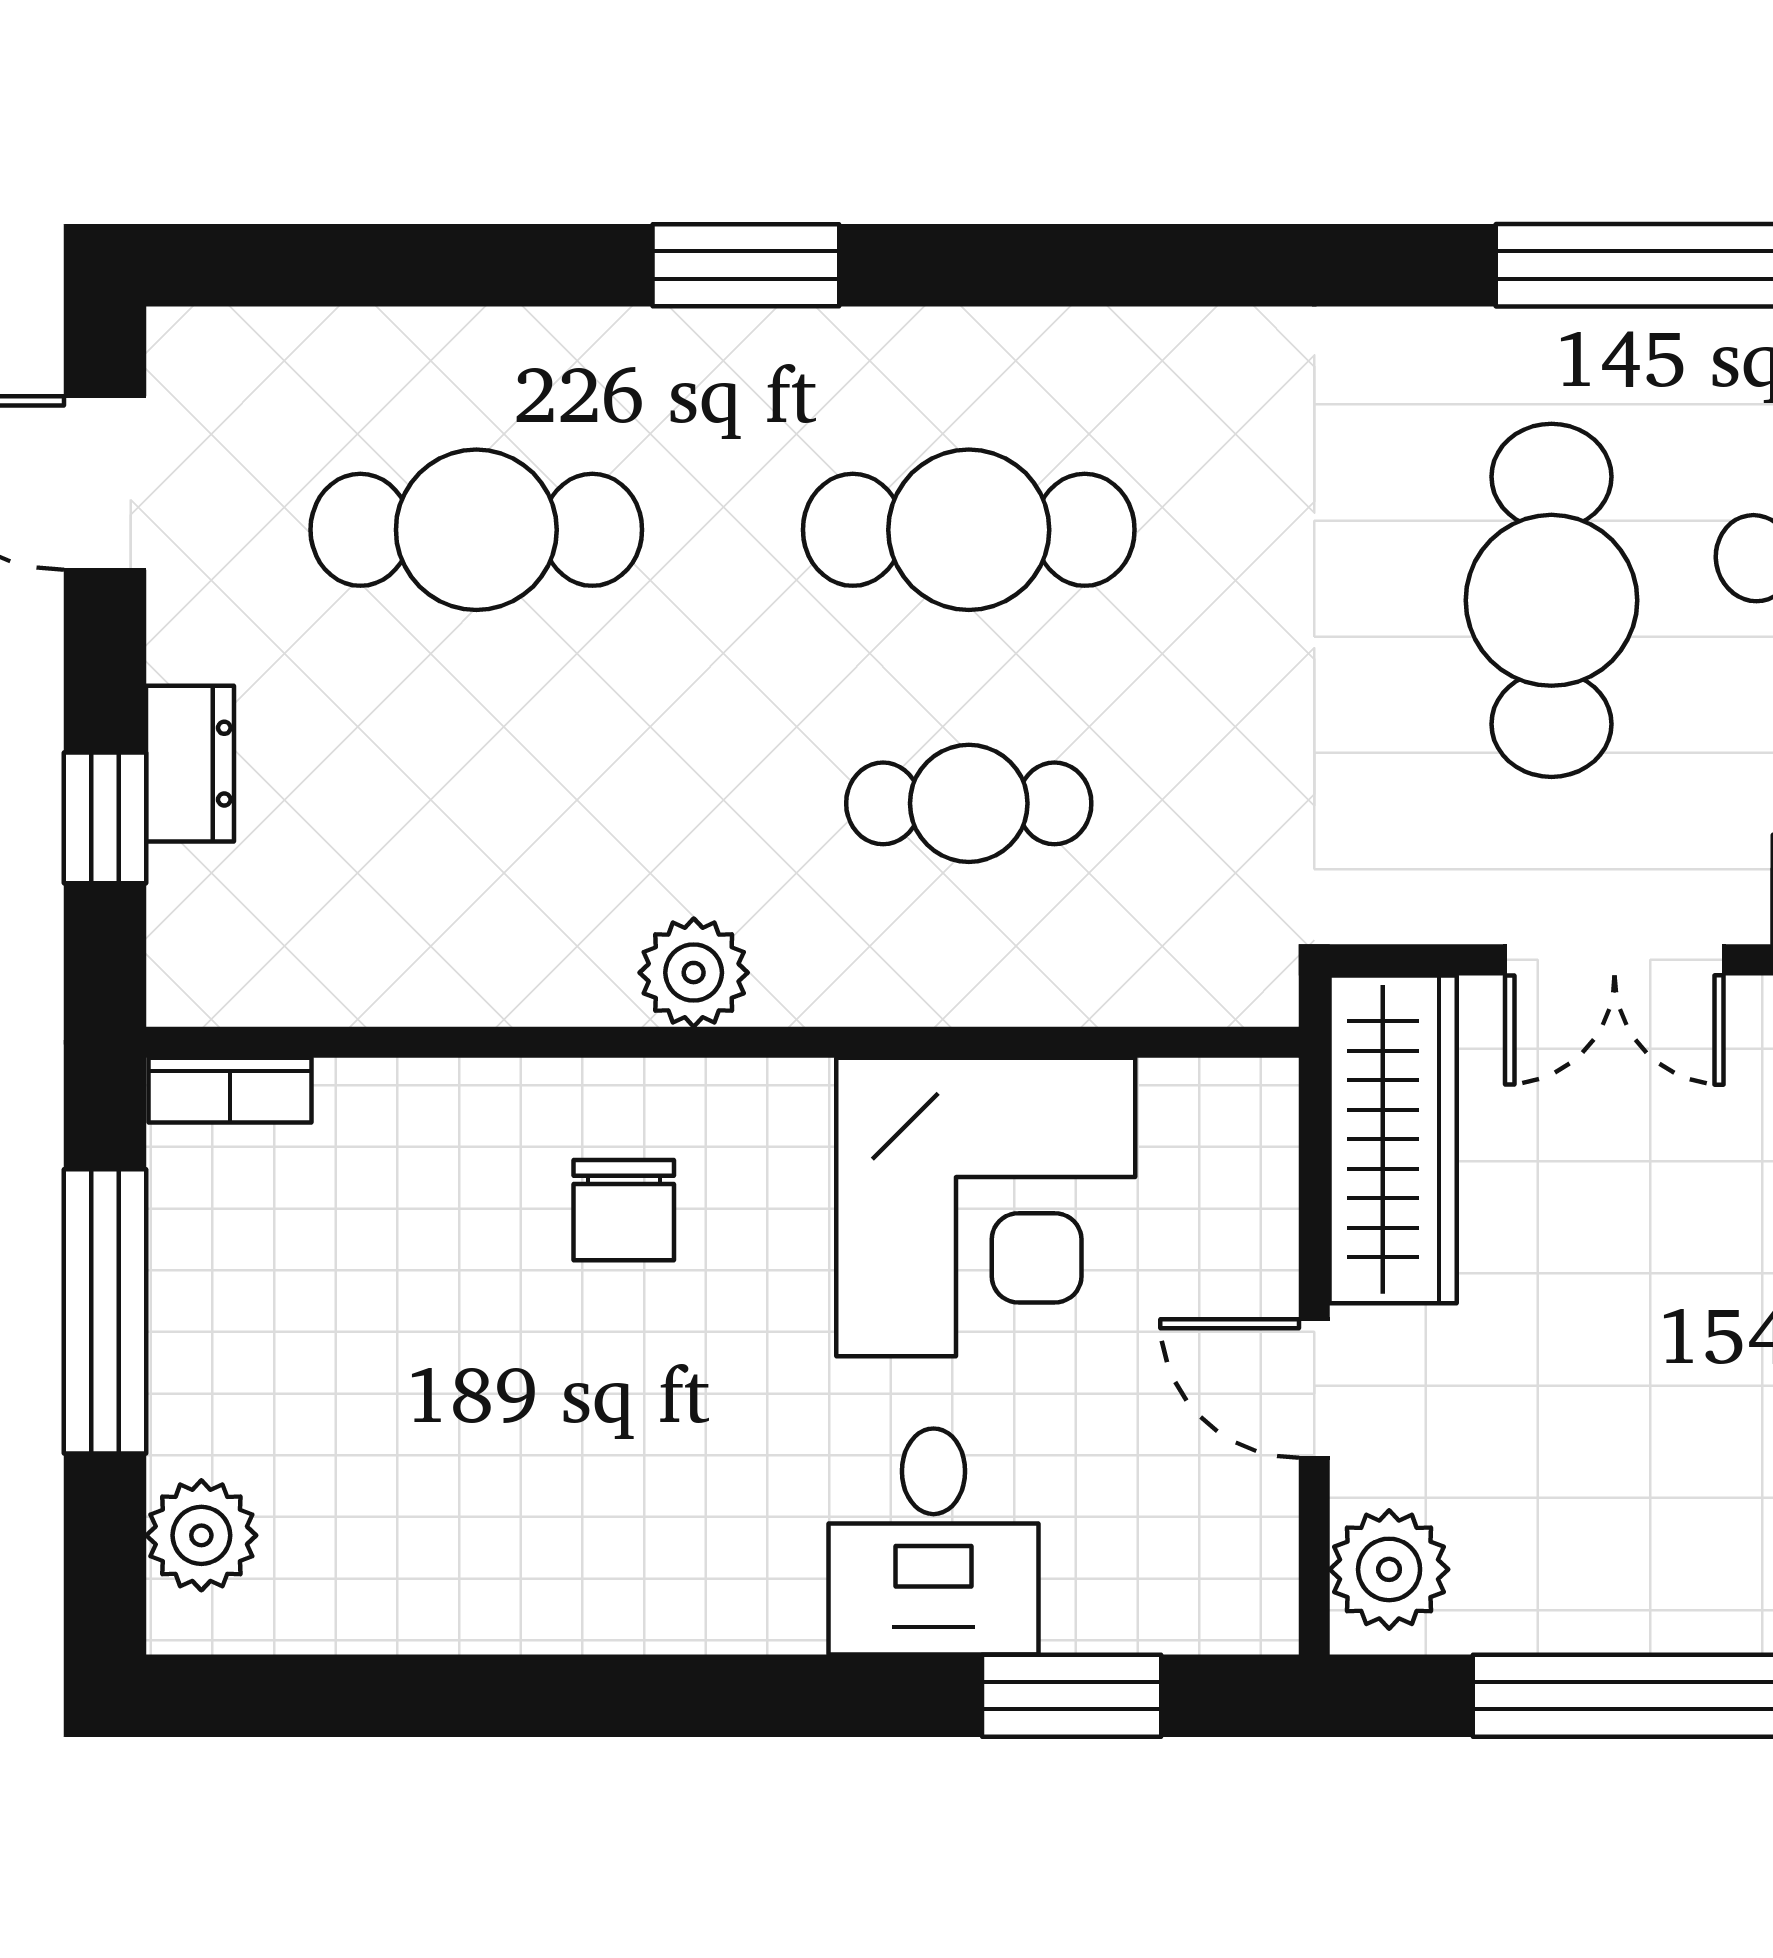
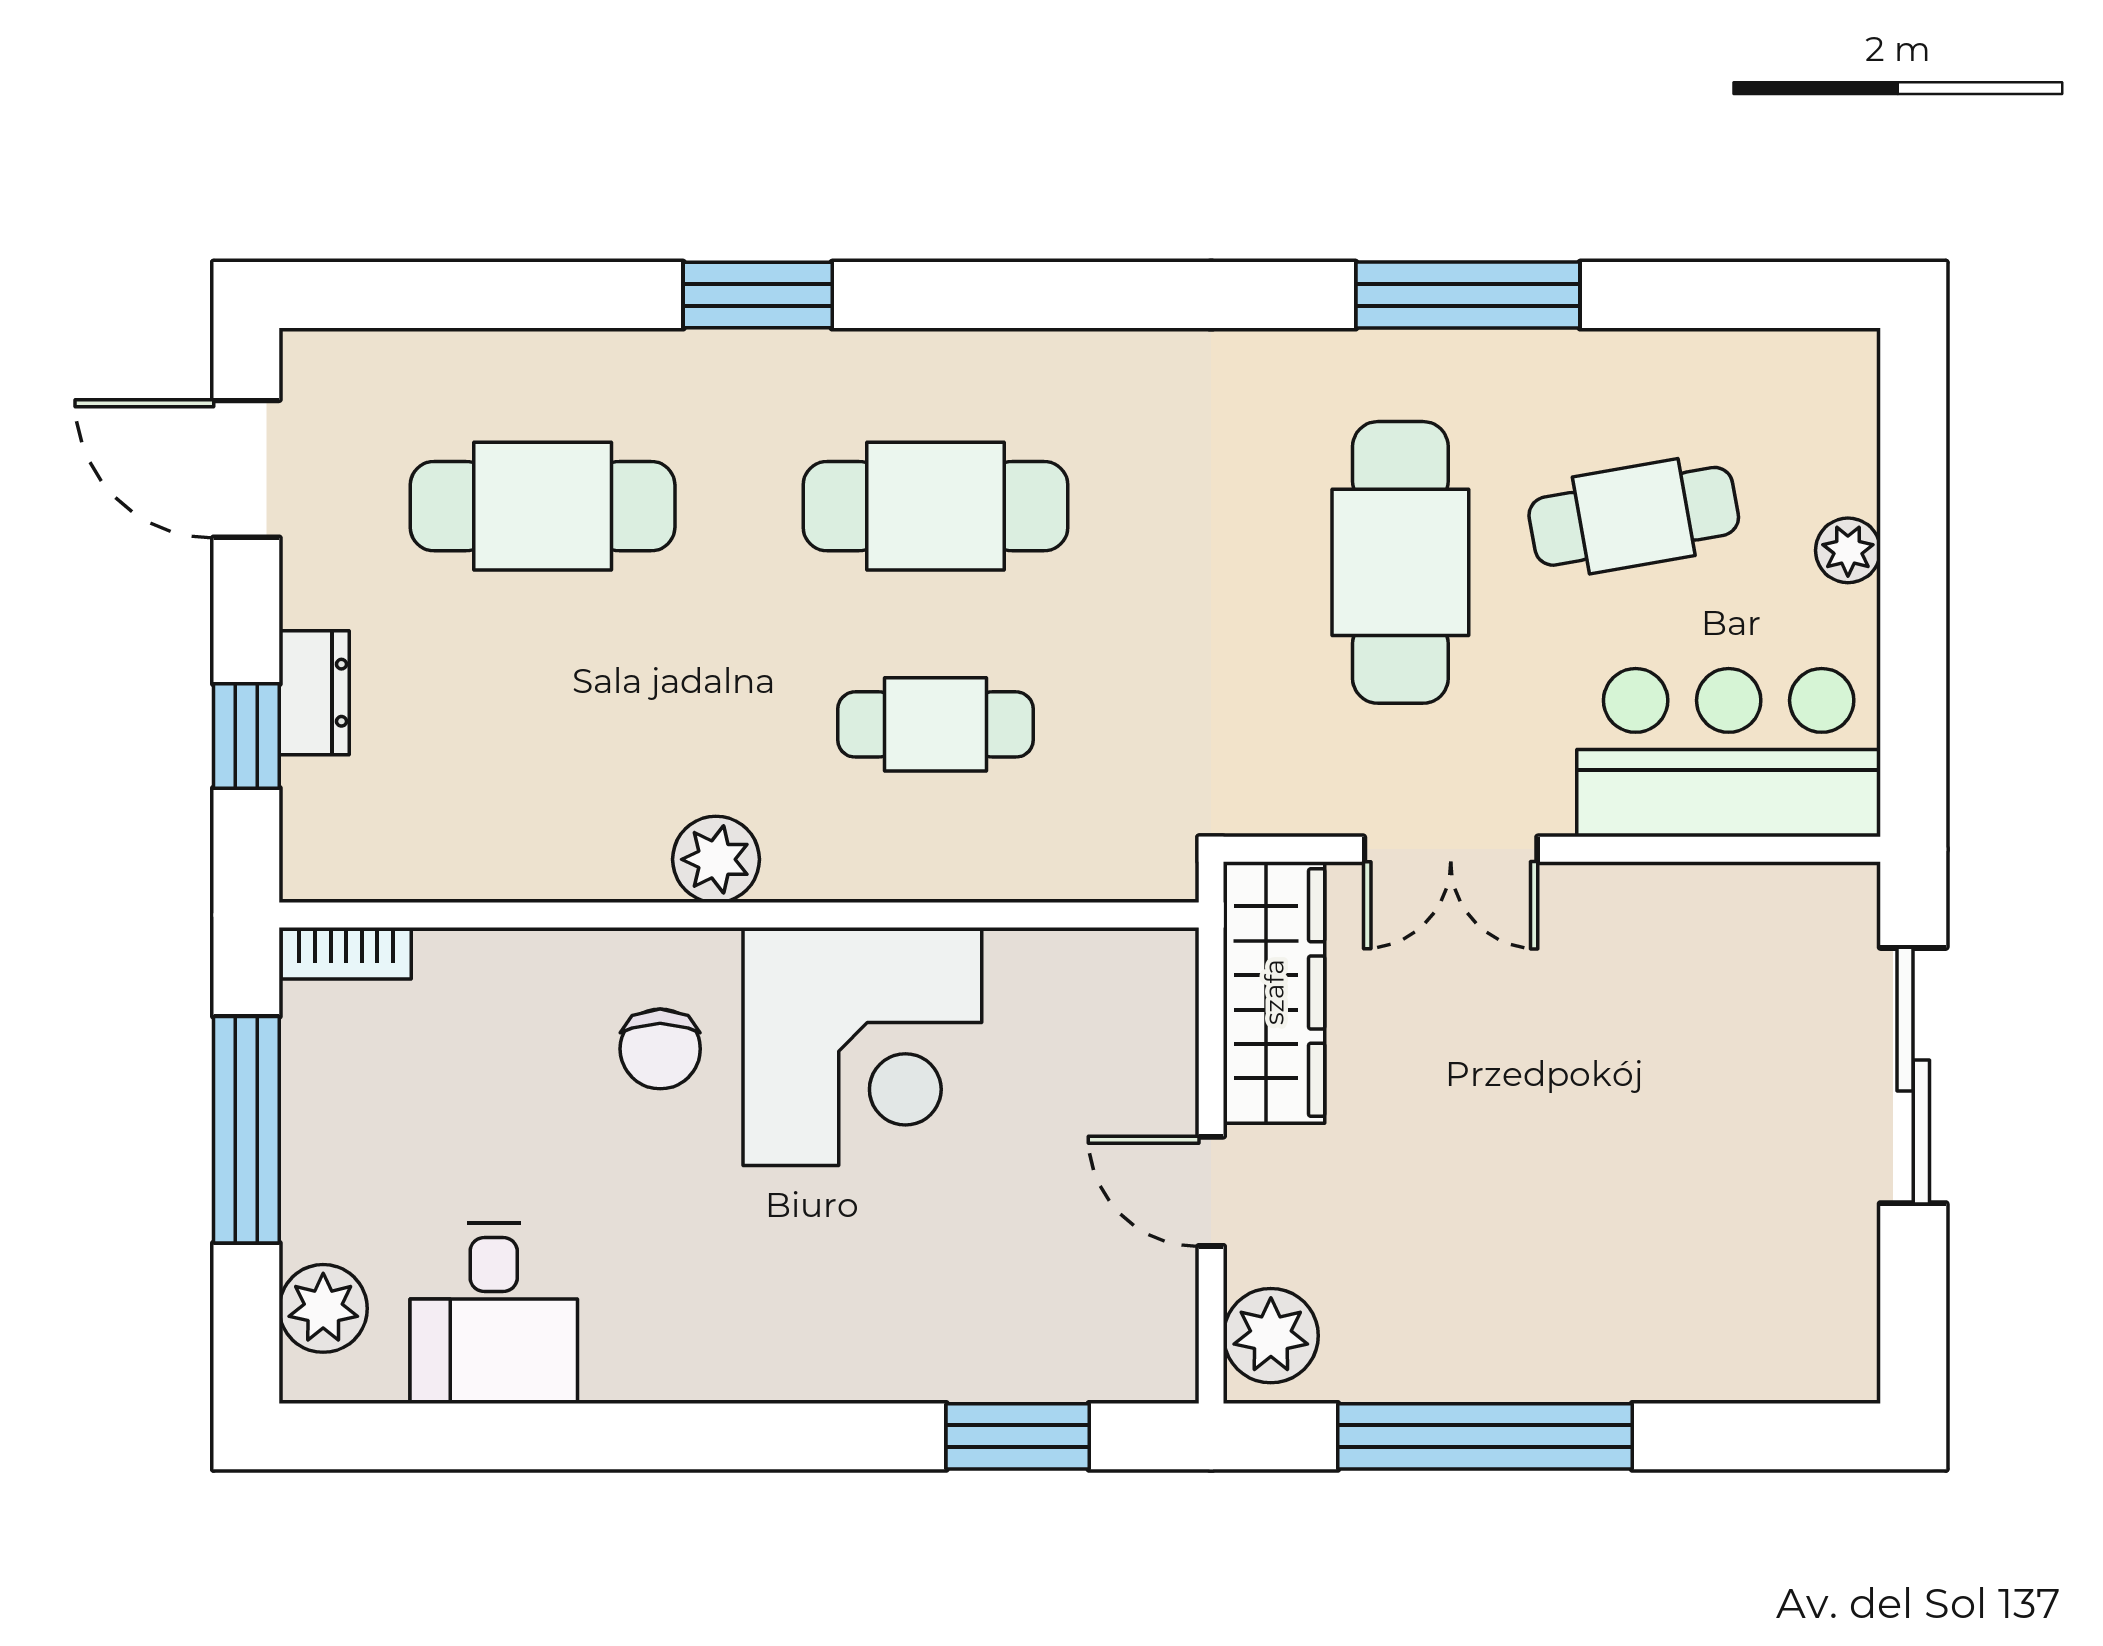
corner desk: (986, 1207) -> (862, 1046), moved
desk: (934, 1541) -> (494, 1313), moved

